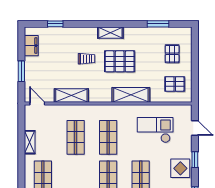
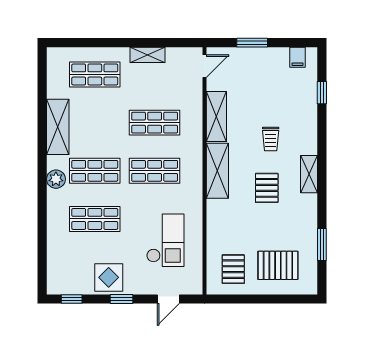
filing cabinet: (31, 46) -> (298, 57), width x0.50
pallet: (172, 54) -> (278, 265), width x1.50, depth x1.42
pallet: (120, 61) -> (267, 188), width x0.67, depth x0.71
shelving: (131, 95) -> (217, 171), moved

